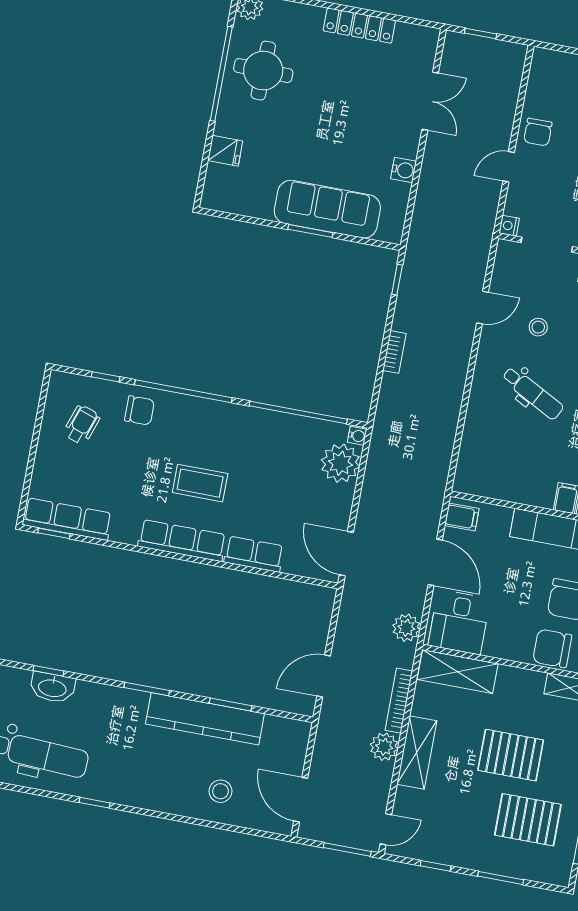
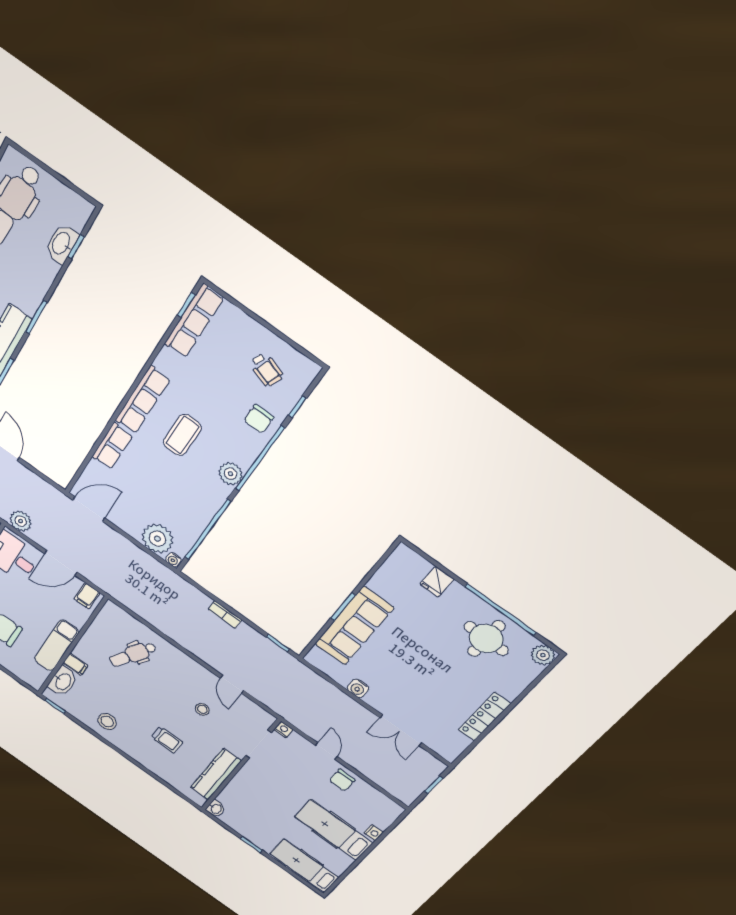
chair: (538, 132) -> (342, 780), turned -90
dental chair: (533, 393) -> (133, 654), moved
plant: (218, 415) -> (230, 474), added

